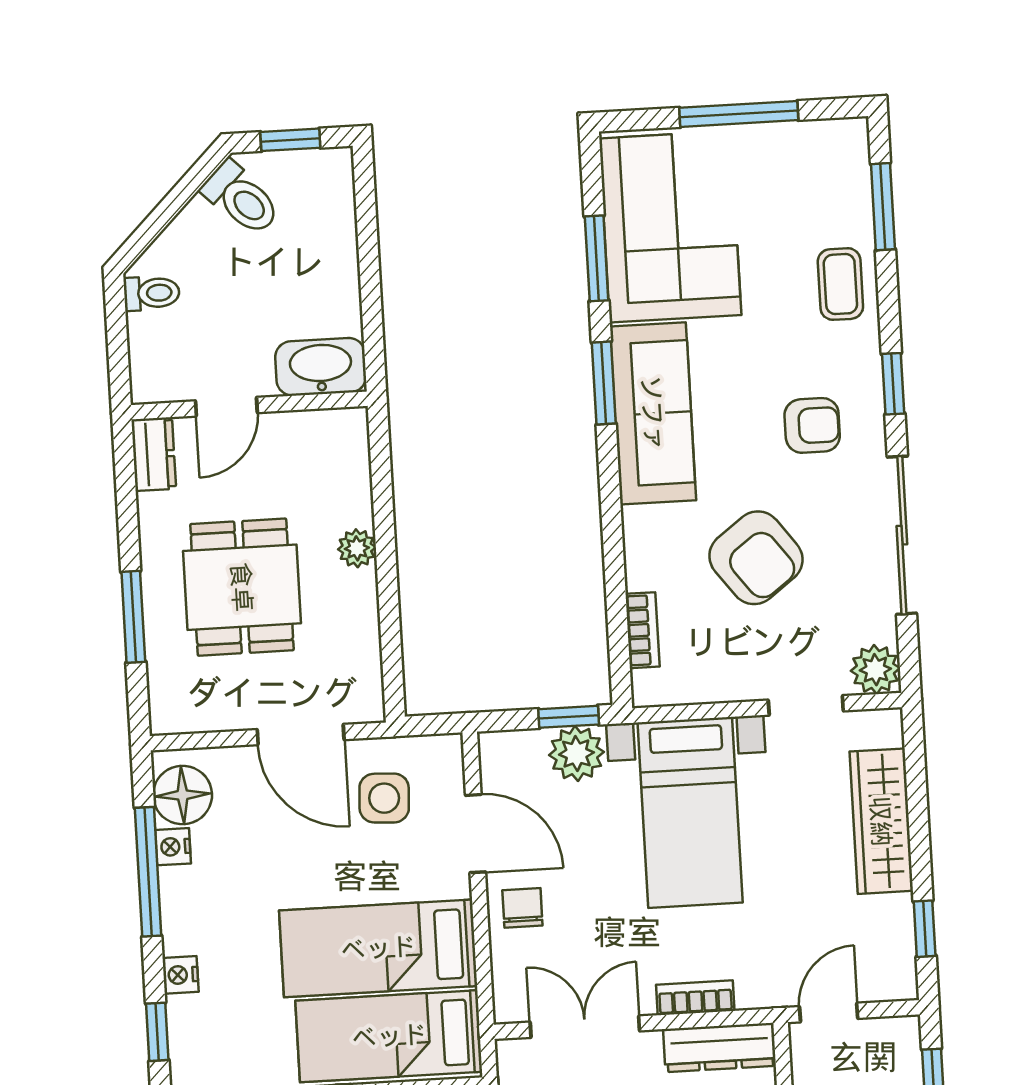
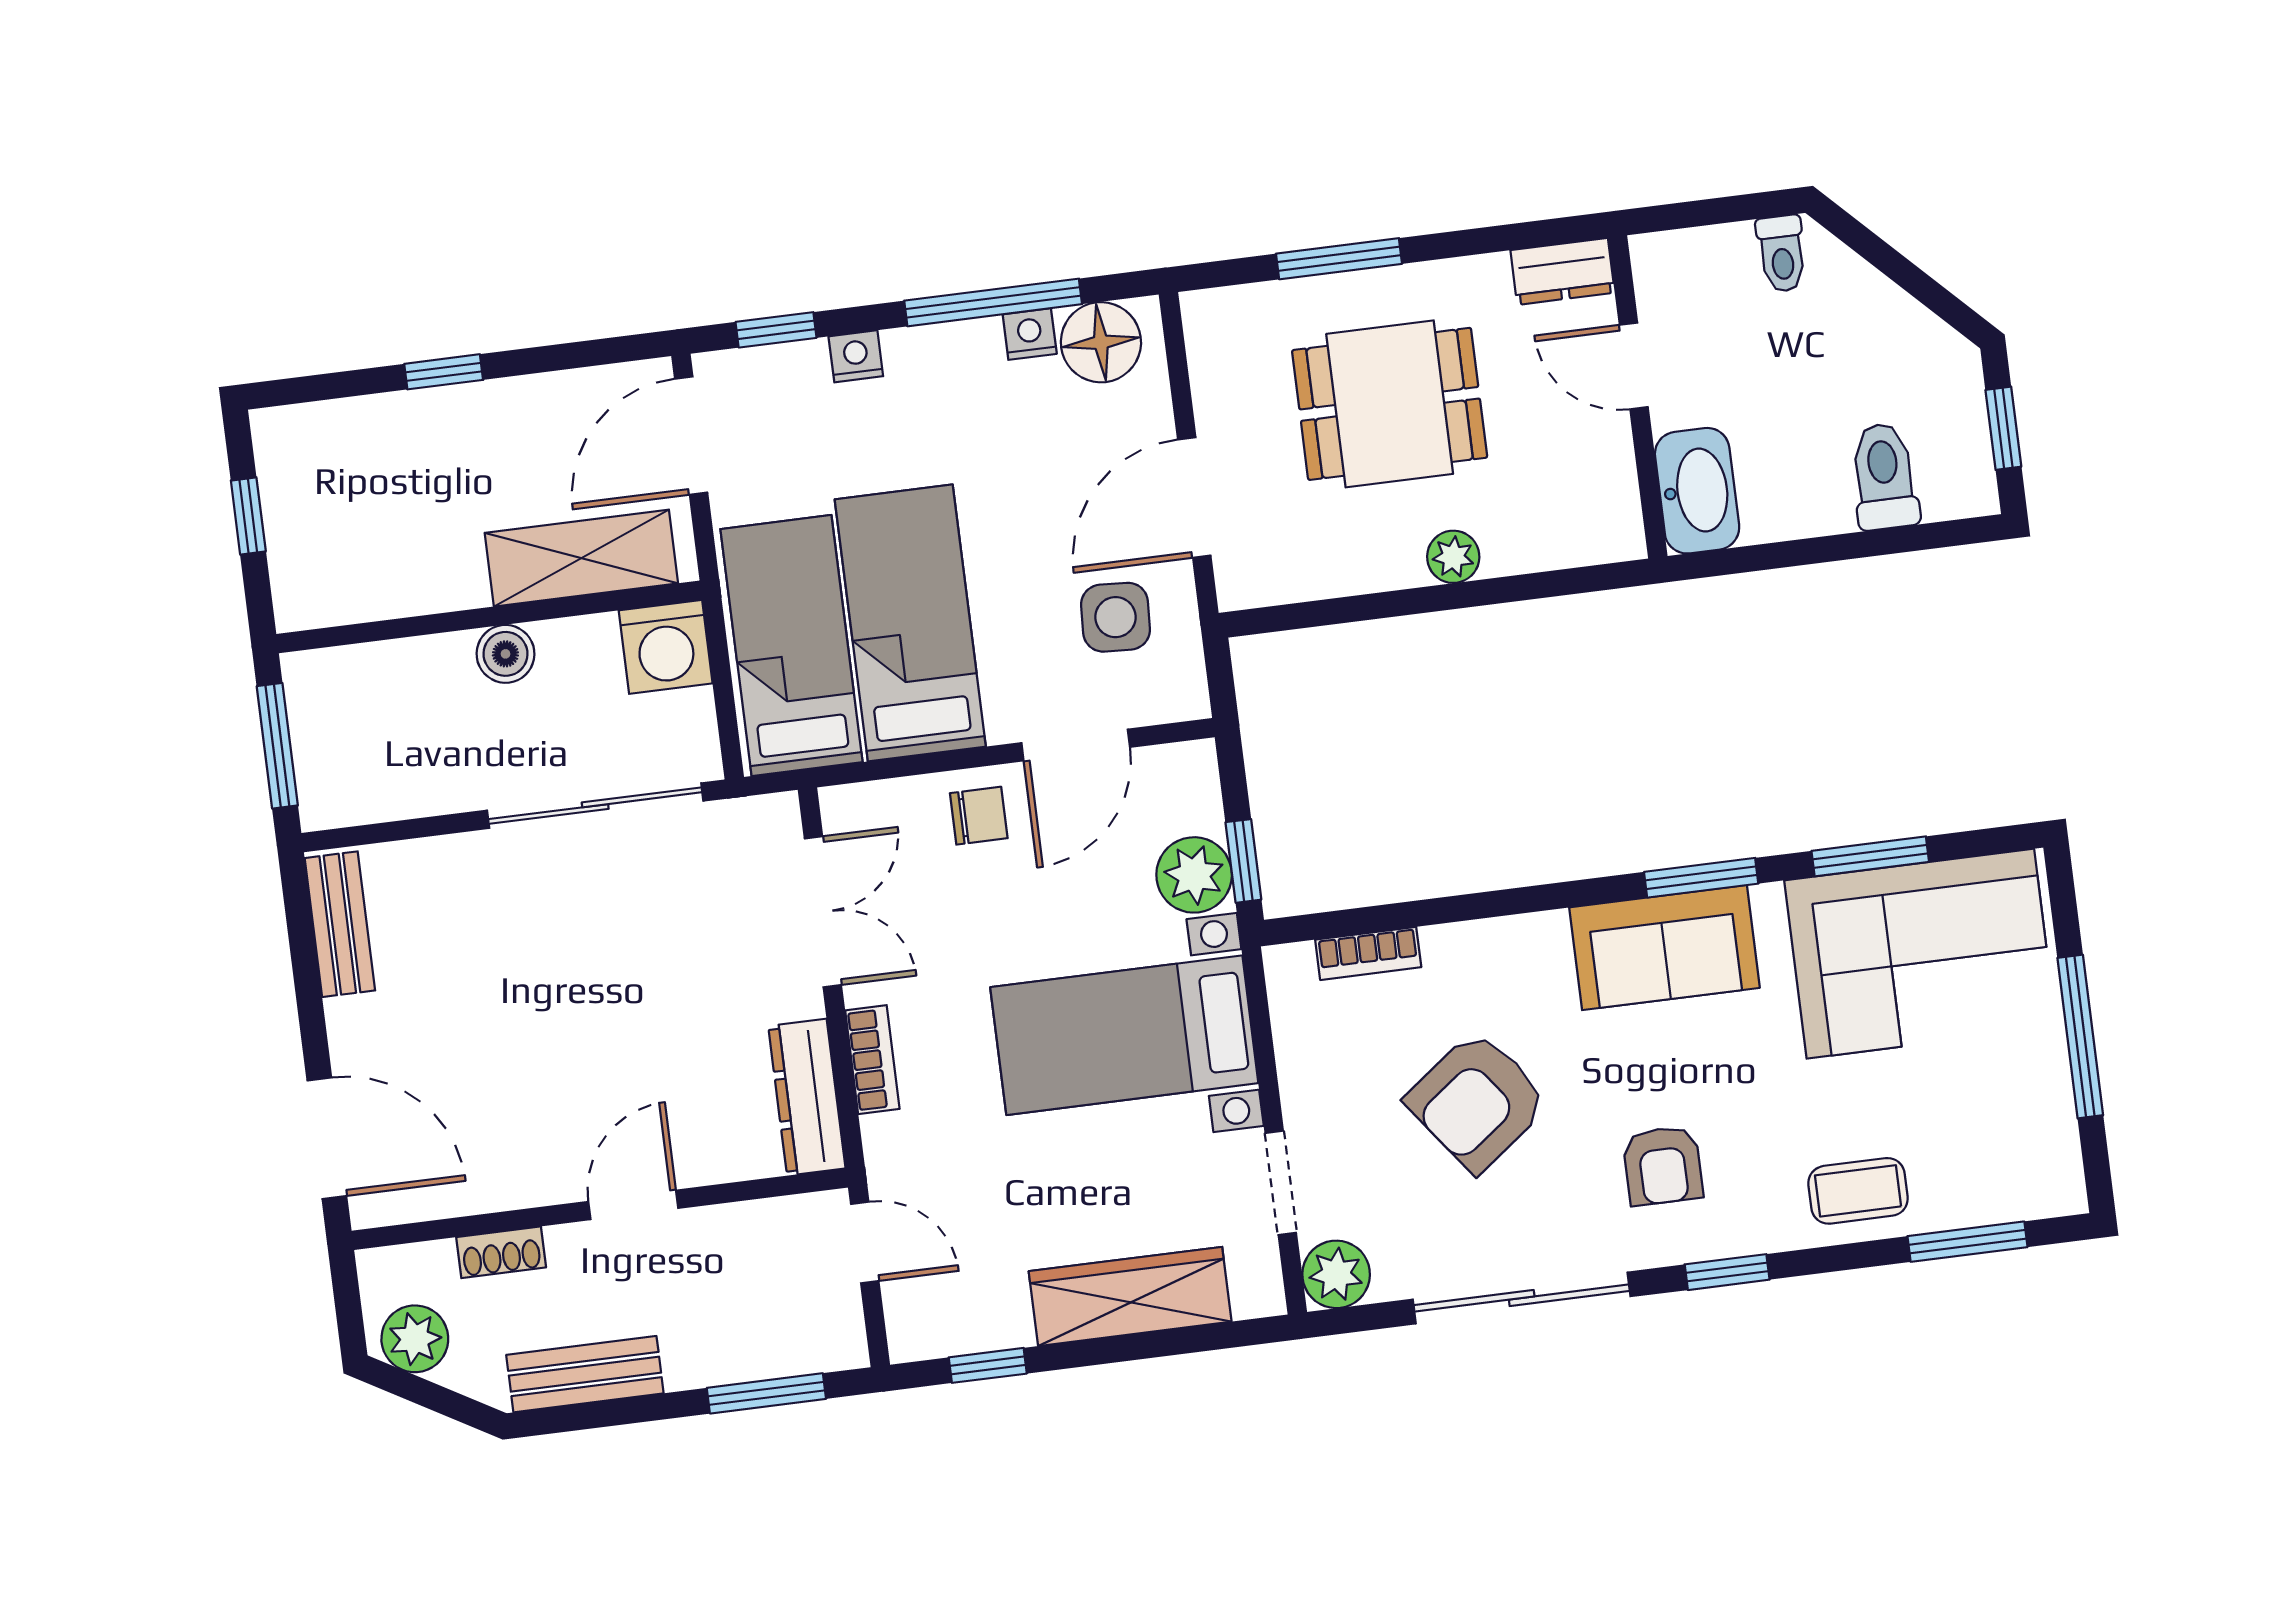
toilet: (241, 198) -> (1884, 476), moved, turned 135
sofa: (653, 413) -> (1664, 948), width x0.73

